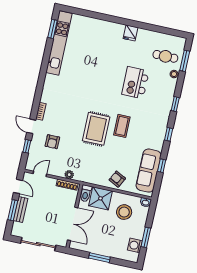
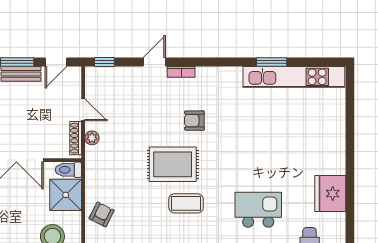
window: (53, 29) -> (272, 62), moved
fridge: (131, 33) -> (330, 194), width x1.88, depth x1.34
armchair: (52, 142) -> (194, 121), moved
window: (27, 146) -> (104, 62), moved
door: (40, 174) -> (83, 110), moved

